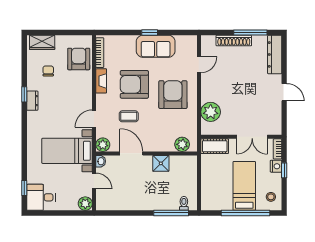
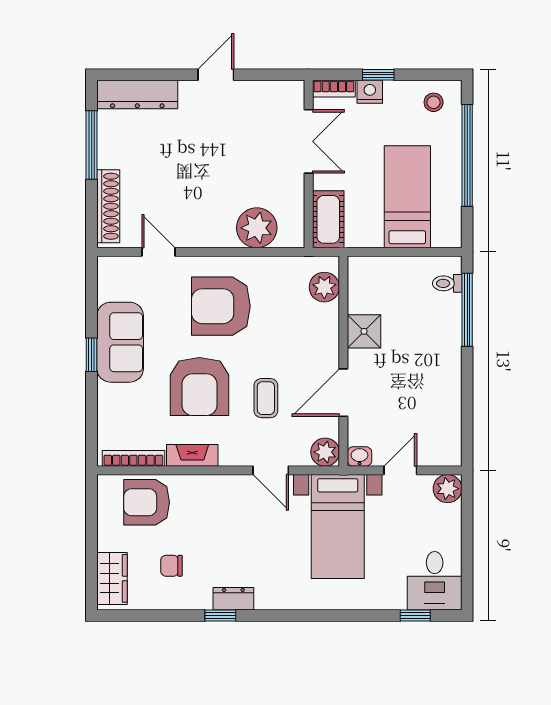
shoe rack: (234, 41) -> (108, 206), moved
bed: (244, 186) -> (407, 197), moved, turned 90

